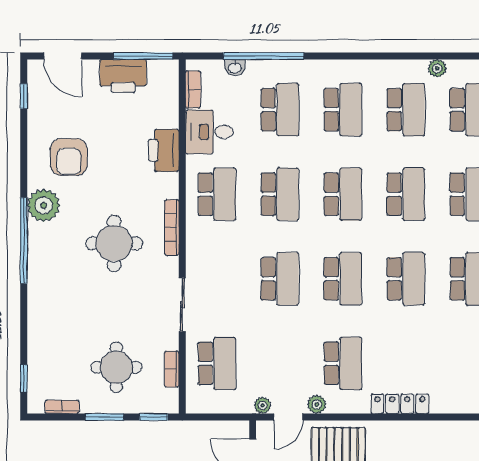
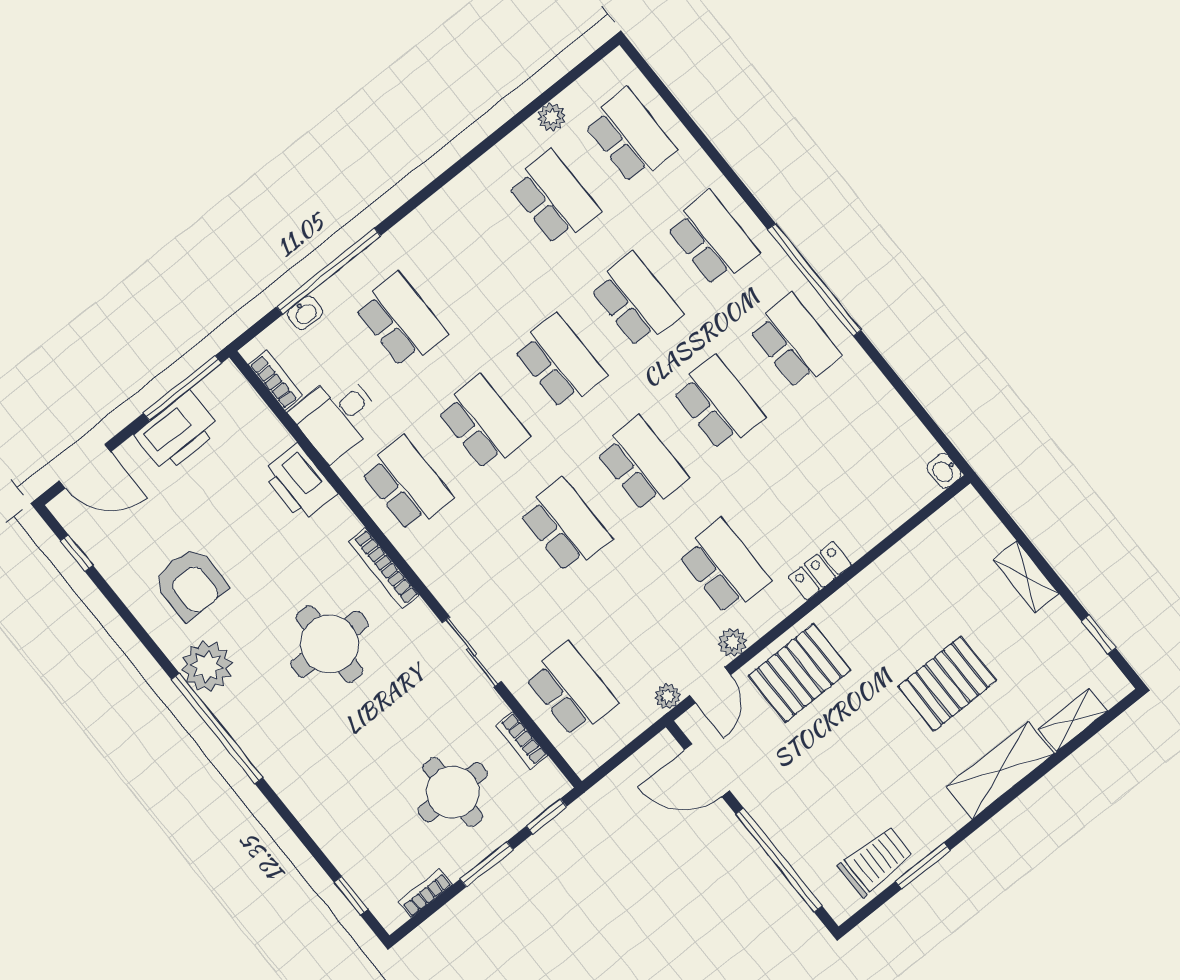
school desk: (343, 110) -> (477, 259), removed
locker: (400, 404) -> (820, 571), width x0.66

